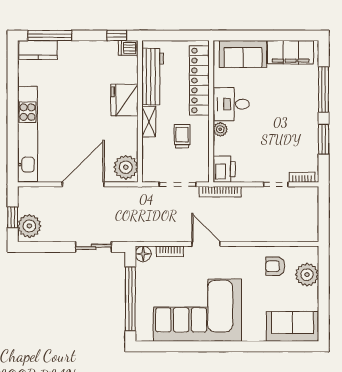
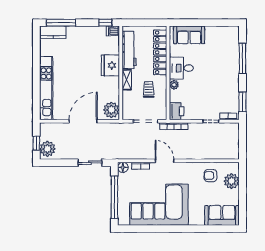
filing cabinet: (291, 52) -> (221, 34), removed
window: (324, 139) -> (243, 102), moved

